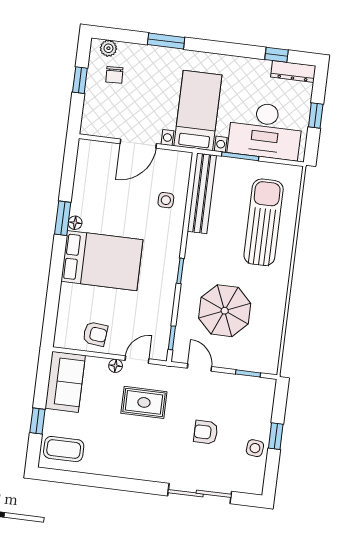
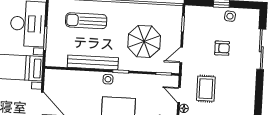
bench: (202, 193) -> (93, 62), moved
side table: (166, 200) -> (108, 79), moved
sun lounger: (264, 222) -> (86, 21), width x0.73, depth x0.75
armchair: (206, 432) -> (222, 48), turned -90

